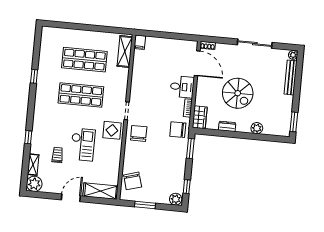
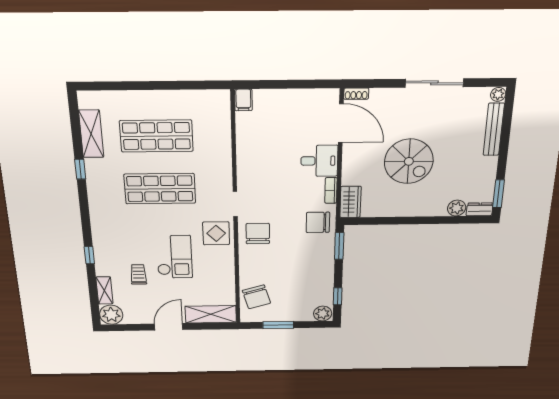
shelving: (125, 52) -> (91, 134), moved
dresser: (227, 126) -> (480, 209), moved
plant: (257, 128) -> (457, 208), moved

